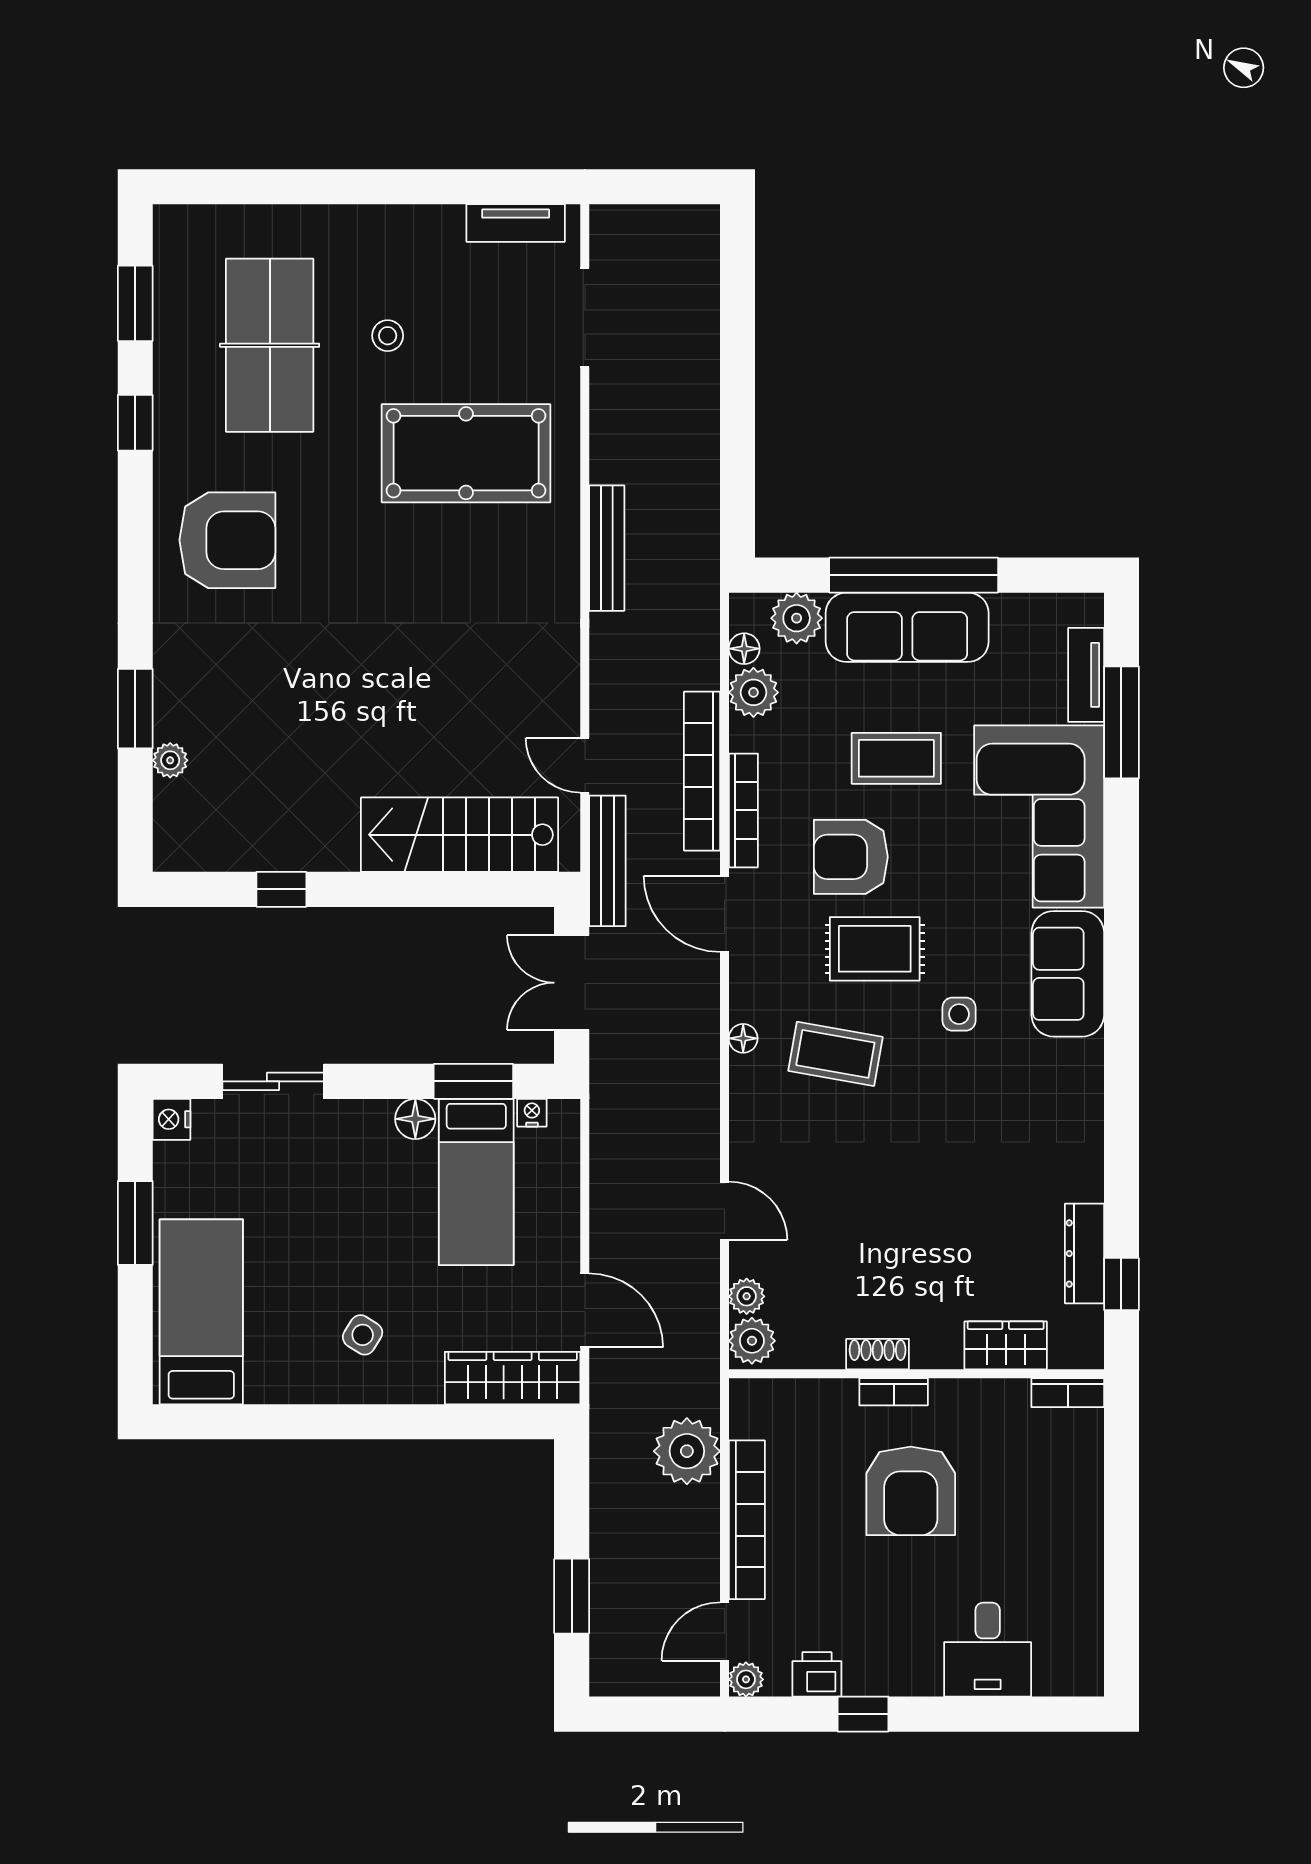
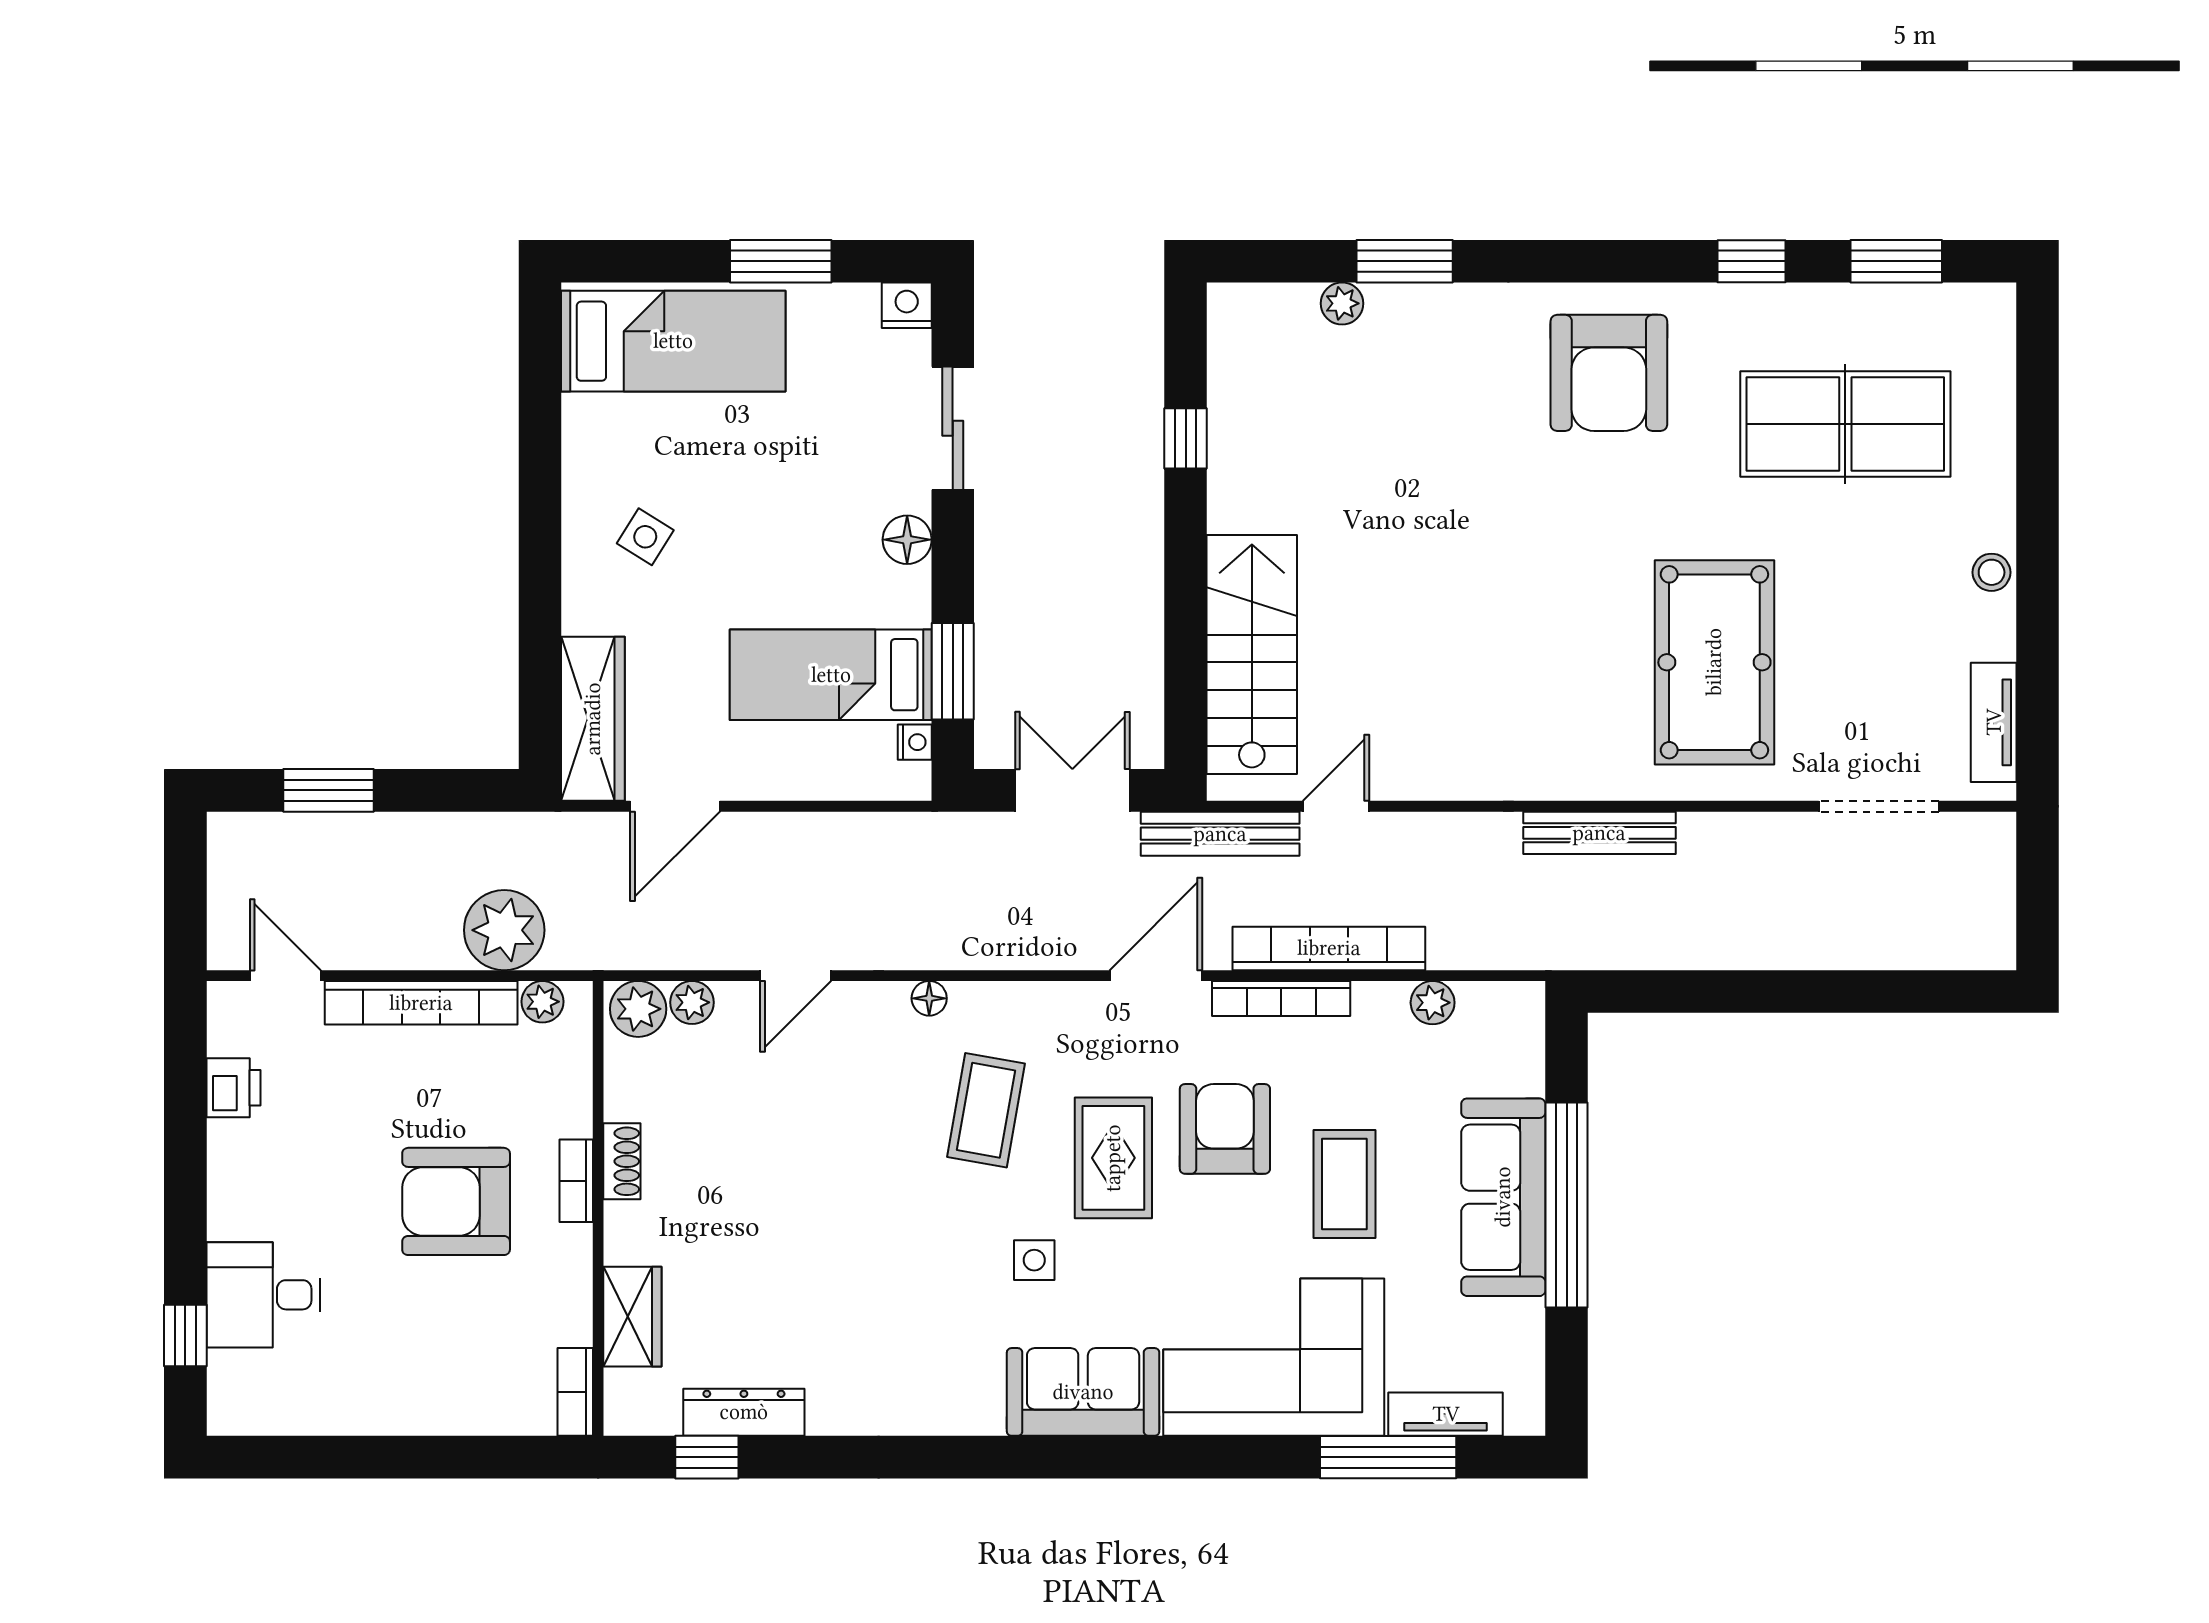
stool: (388, 336) -> (1992, 572), moved
plant: (797, 618) -> (1514, 1063), removed
floor lamp: (744, 649) -> (1477, 1000), removed
plant: (753, 692) -> (1433, 1003), width x0.73, depth x0.73
floor lamp: (743, 1038) -> (929, 998), moved
floor lamp: (415, 1119) -> (907, 540), moved
plant: (746, 1679) -> (542, 1002), moved
window: (863, 1714) -> (185, 1336), moved

